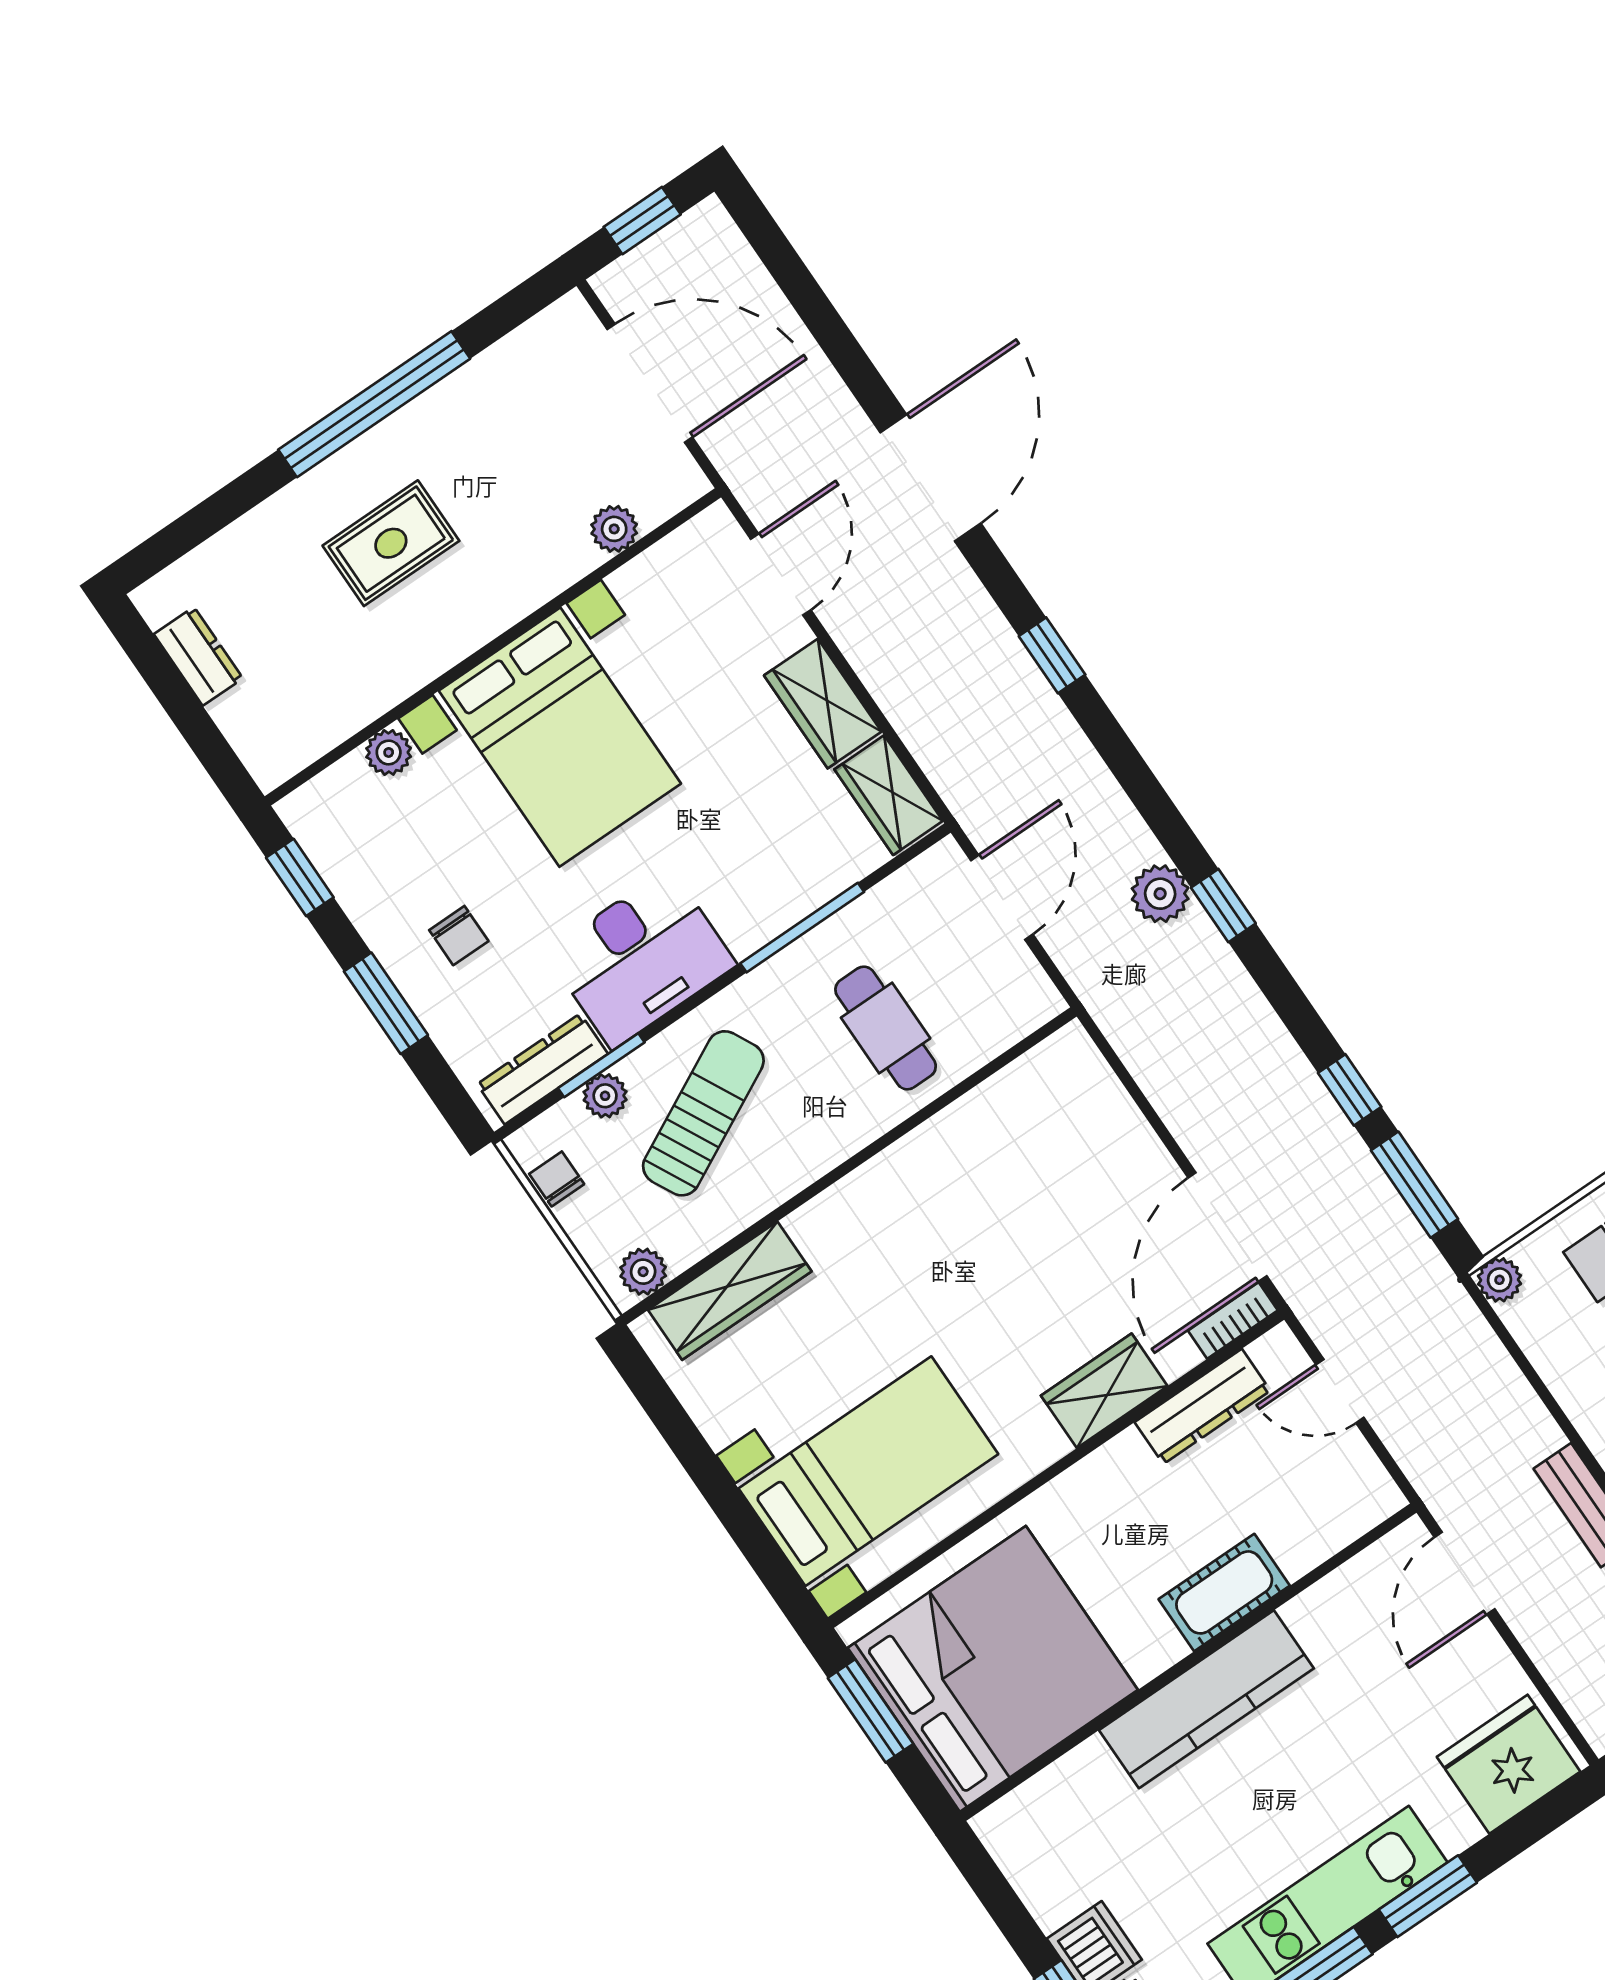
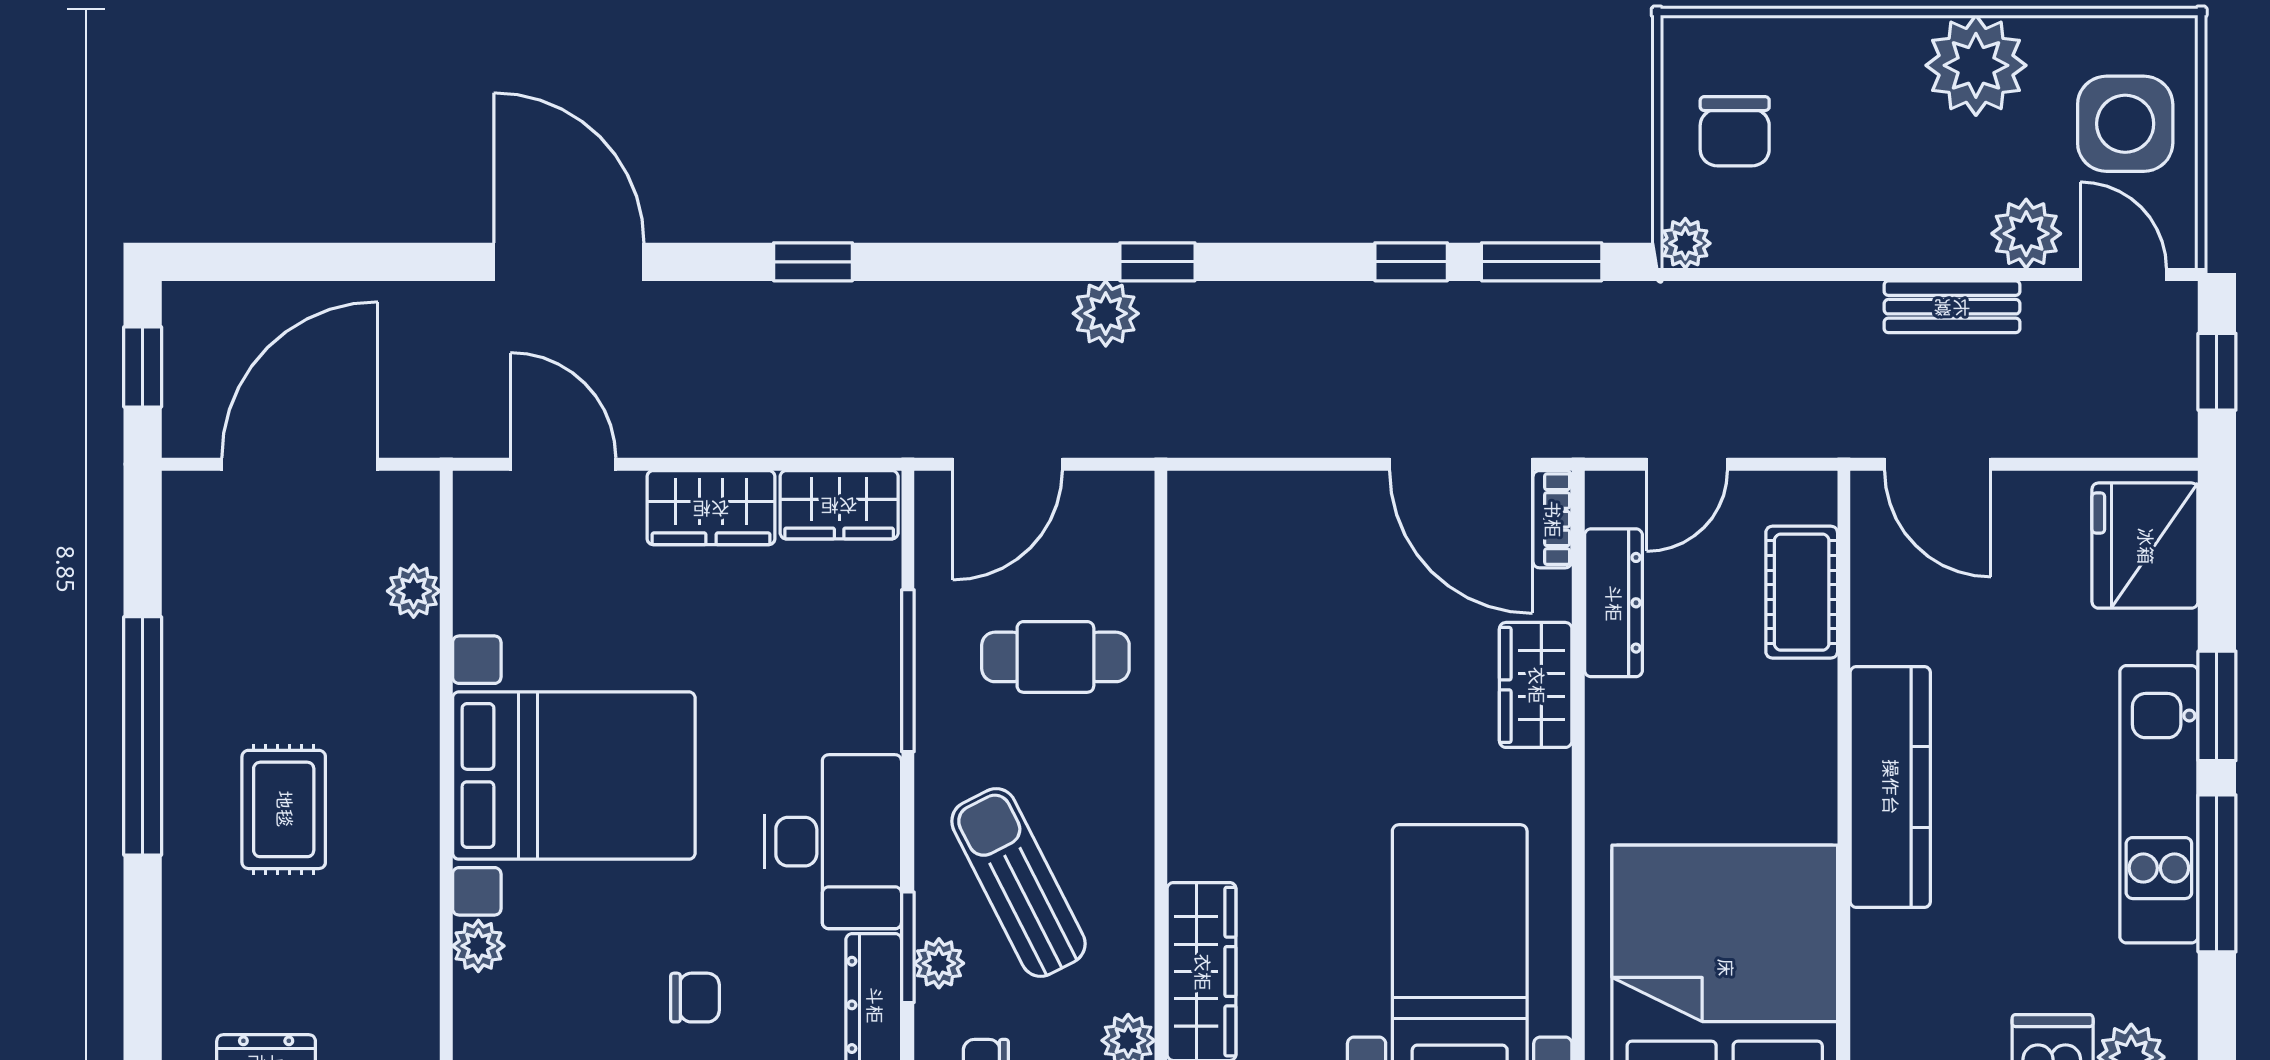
door: (1002, 897) -> (1008, 464), swing flipped
cot: (1224, 1592) -> (1802, 592), moved

